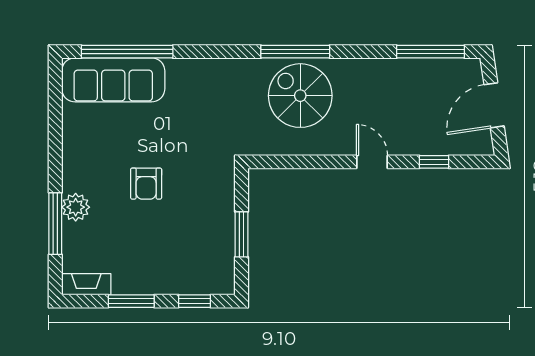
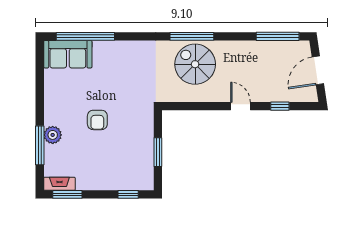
sofa: (113, 80) -> (68, 54), width x0.73
window: (131, 301) -> (67, 194), moved

